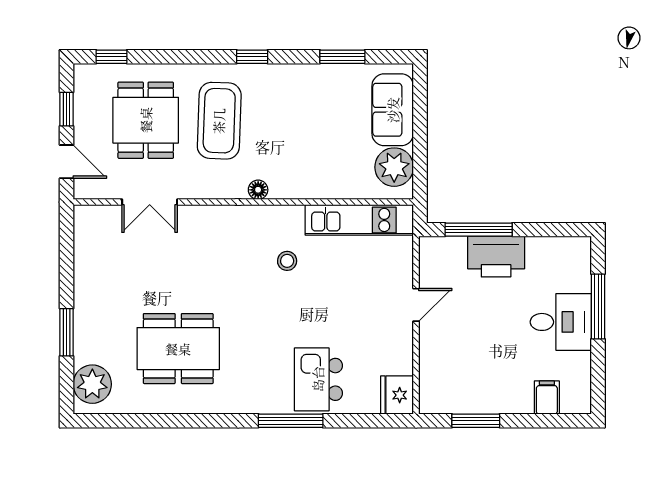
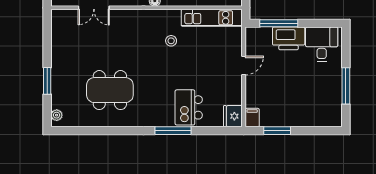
window: (598, 307) -> (346, 86), moved
desk: (561, 322) -> (322, 44), moved, turned -90
plant: (92, 384) -> (57, 115), width x0.53, depth x0.53
filing cabinet: (547, 398) -> (252, 118), moved

